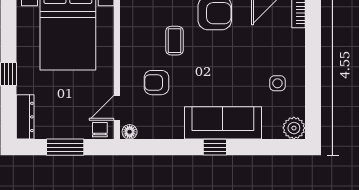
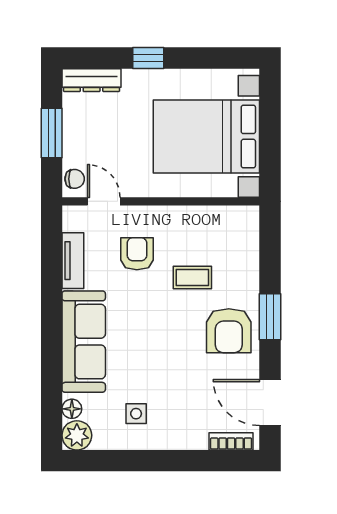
tv unit: (162, 131) -> (73, 261), added
floor lamp: (130, 132) -> (72, 409), moved
window: (215, 147) -> (52, 331), removed

